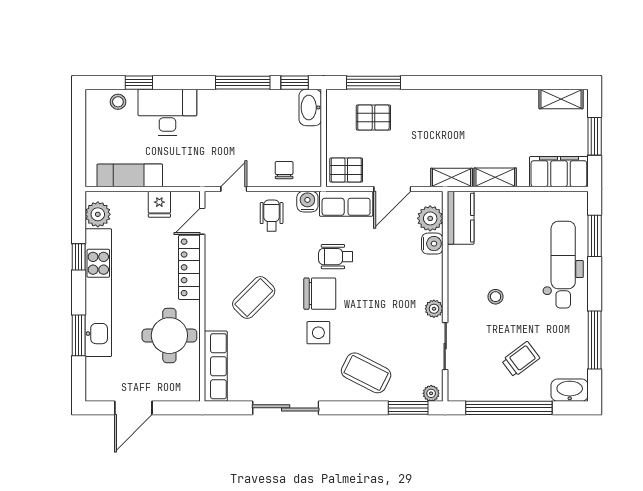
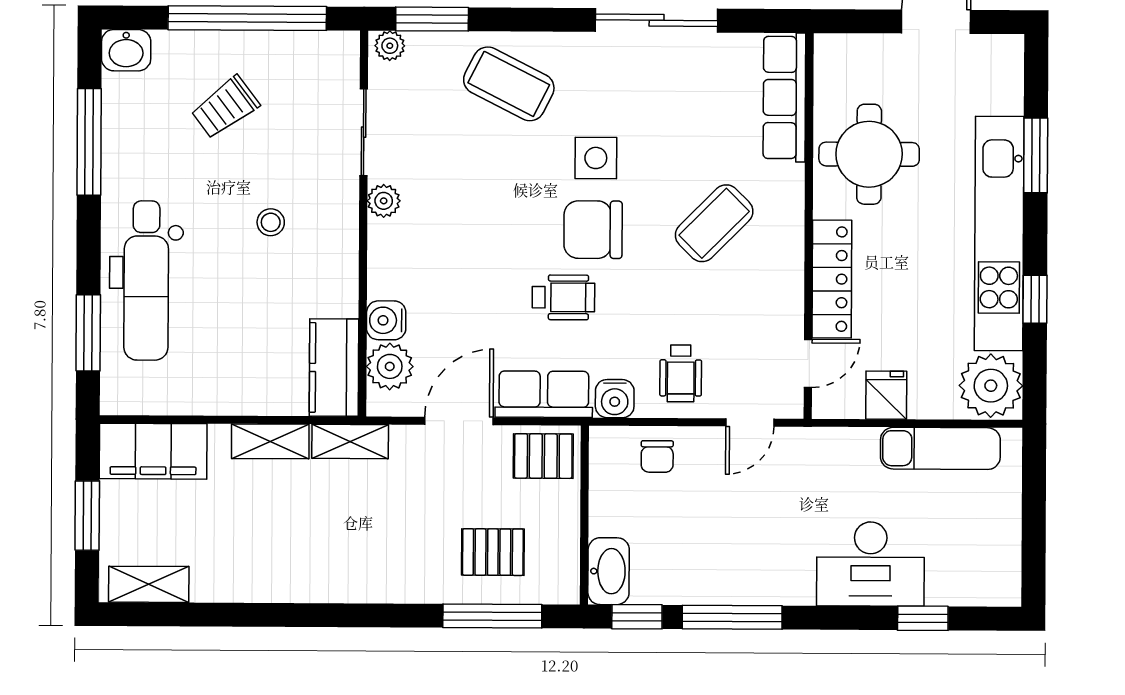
stool: (118, 102) -> (961, 583), removed
plant: (98, 214) -> (991, 386), width x1.36, depth x1.36
washbasin: (570, 390) -> (126, 50), width x0.72

